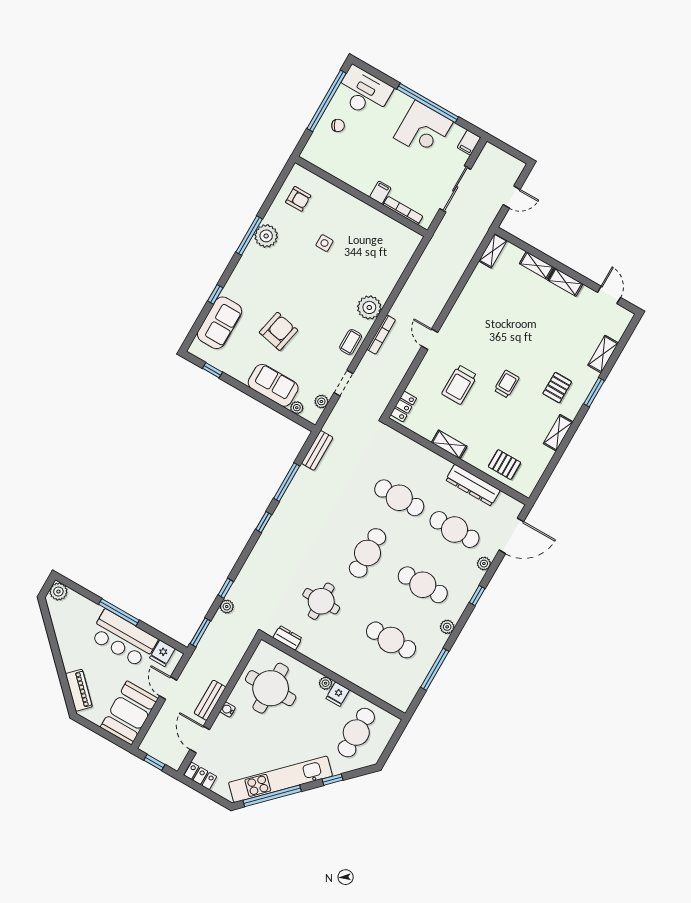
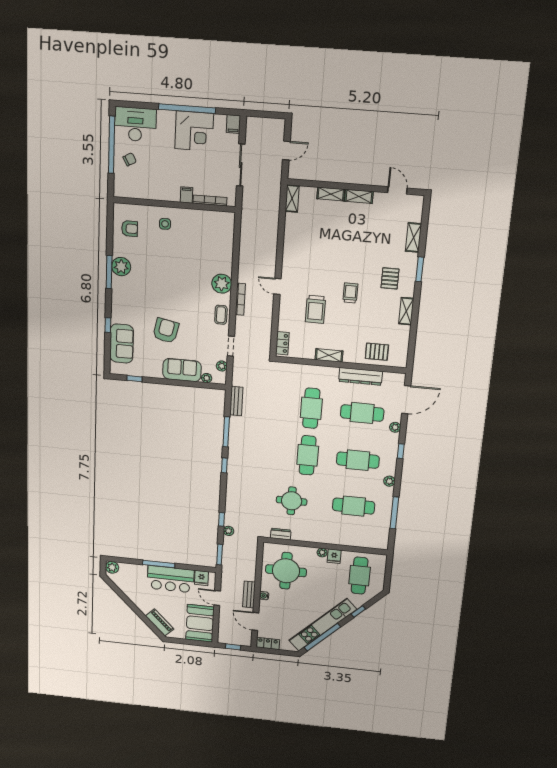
side table: (325, 243) -> (165, 224), moved
cafe table: (399, 498) -> (311, 408), turned 90

